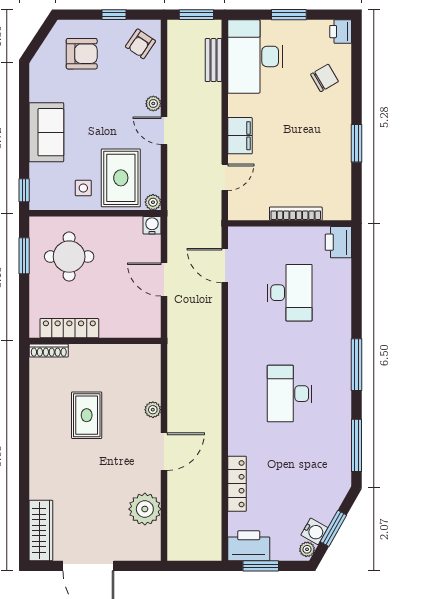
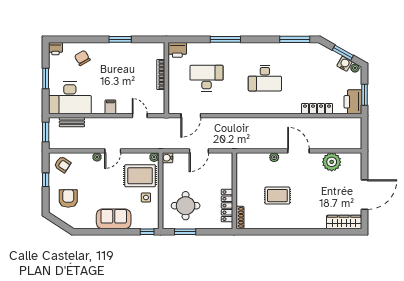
filing cabinet: (240, 136) -> (110, 107), width x0.50
window: (356, 365) -> (225, 39), moved

